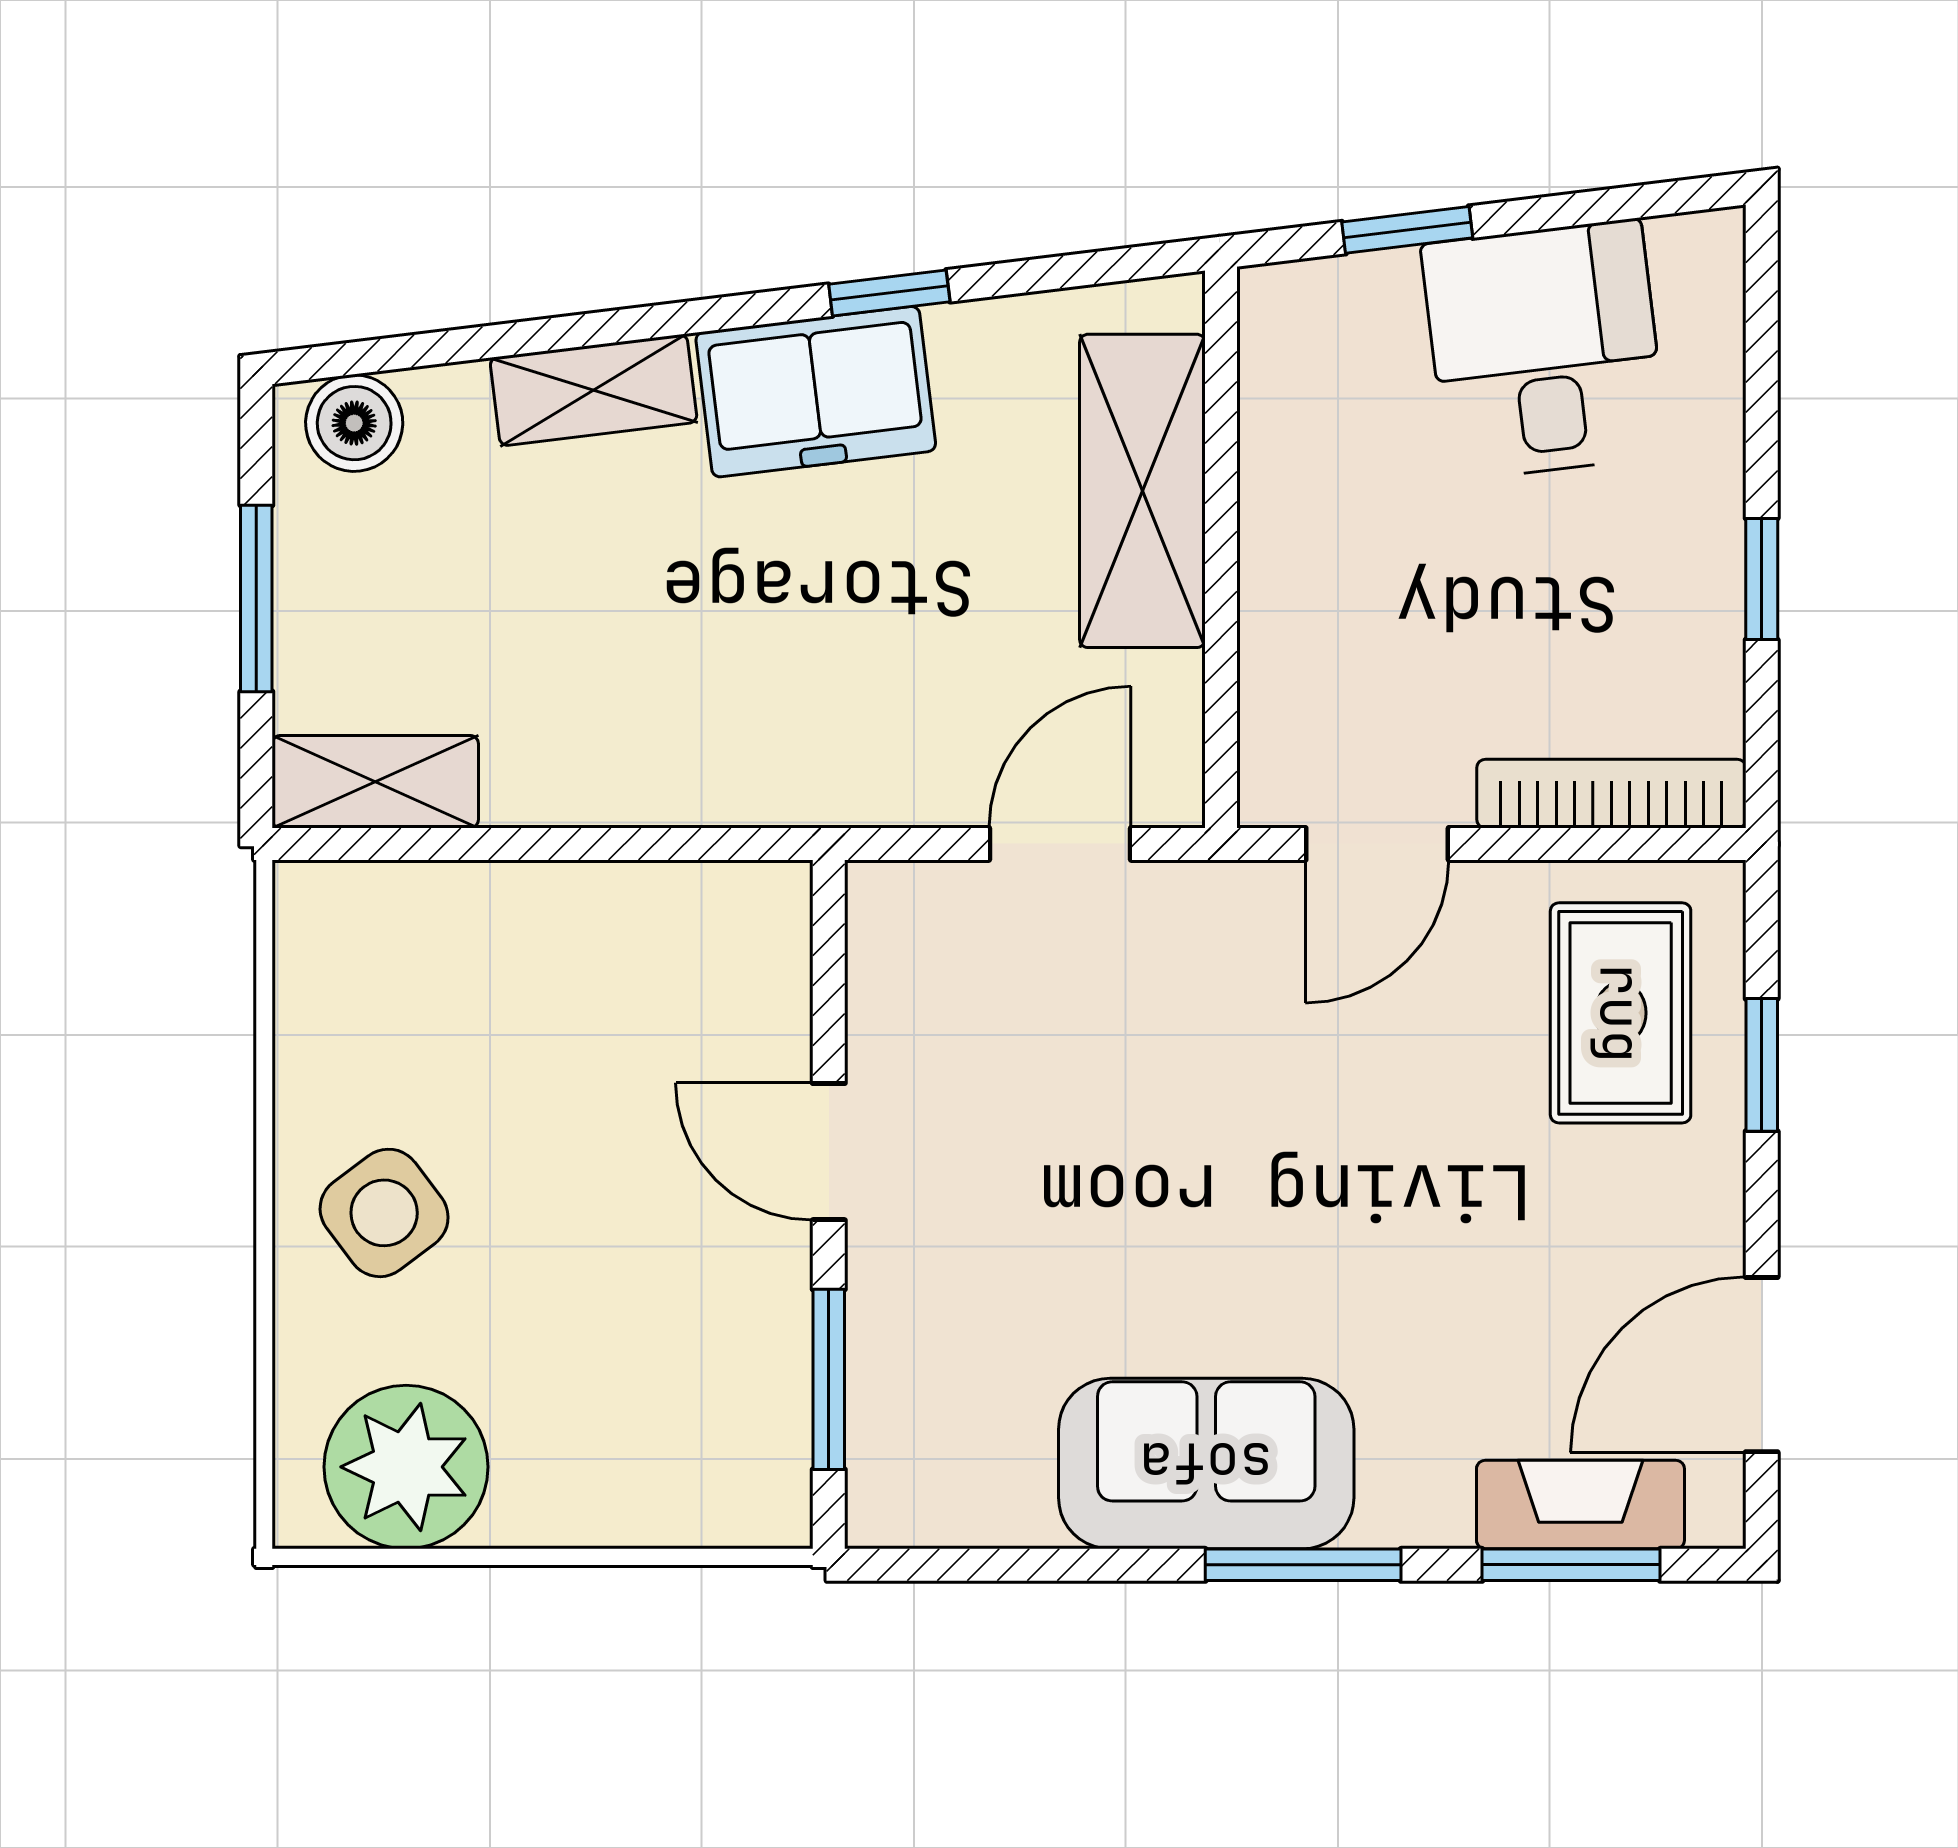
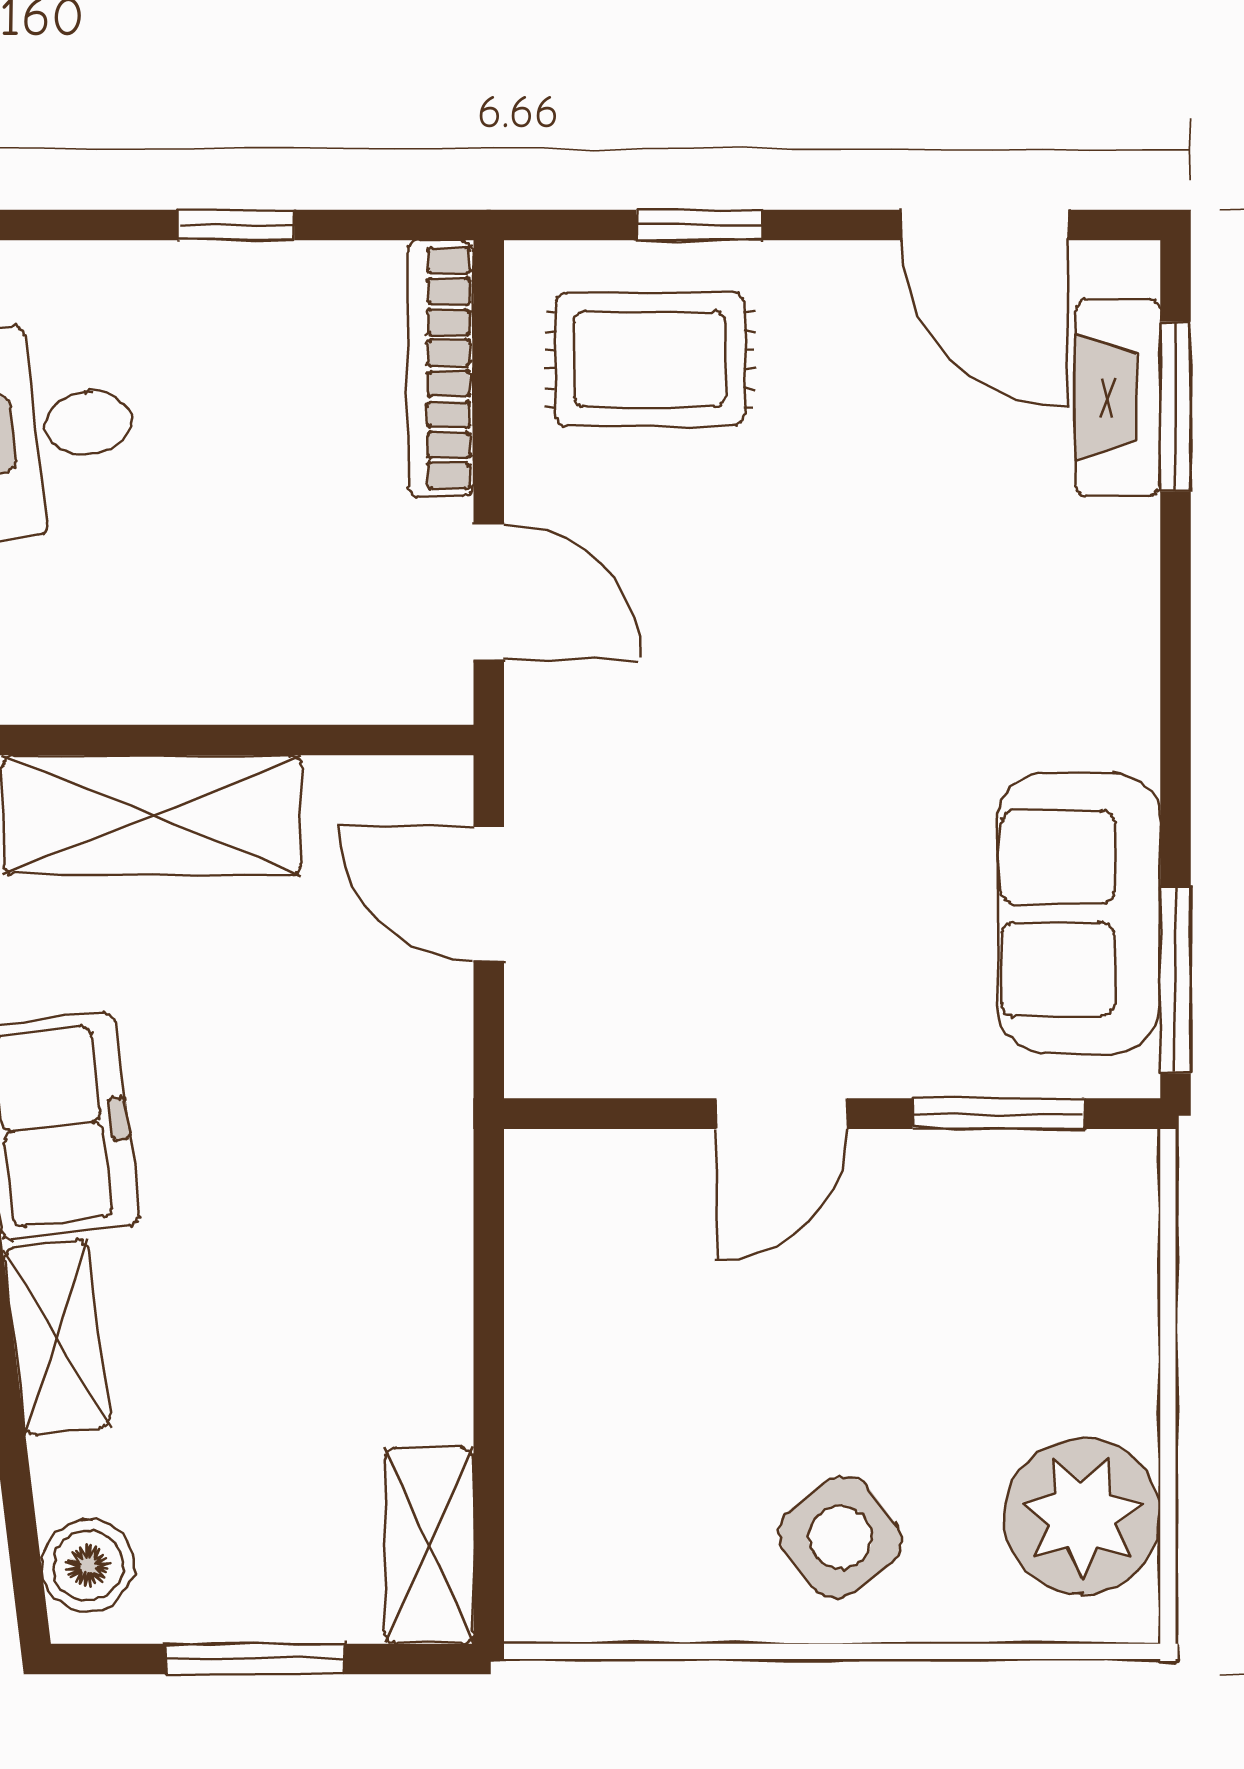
sofa: (1206, 1464) -> (1079, 913), moved
window: (1303, 1565) -> (1175, 980), moved

